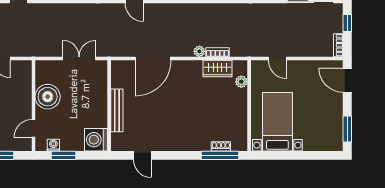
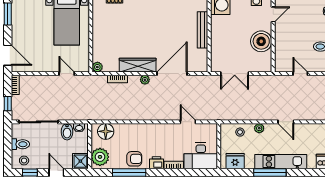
plant: (199, 51) -> (145, 80), moved
wardrobe: (218, 69) -> (138, 65), moved, width x1.50
plant: (241, 82) -> (97, 67), moved

